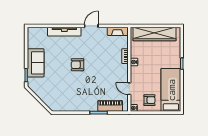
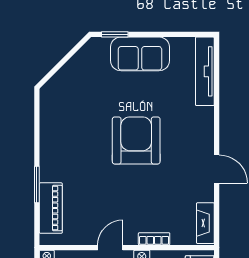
tv unit: (64, 32) -> (205, 71), moved
armchair: (77, 65) -> (136, 140), width x1.88, depth x1.88
door: (129, 89) -> (110, 248), moved

